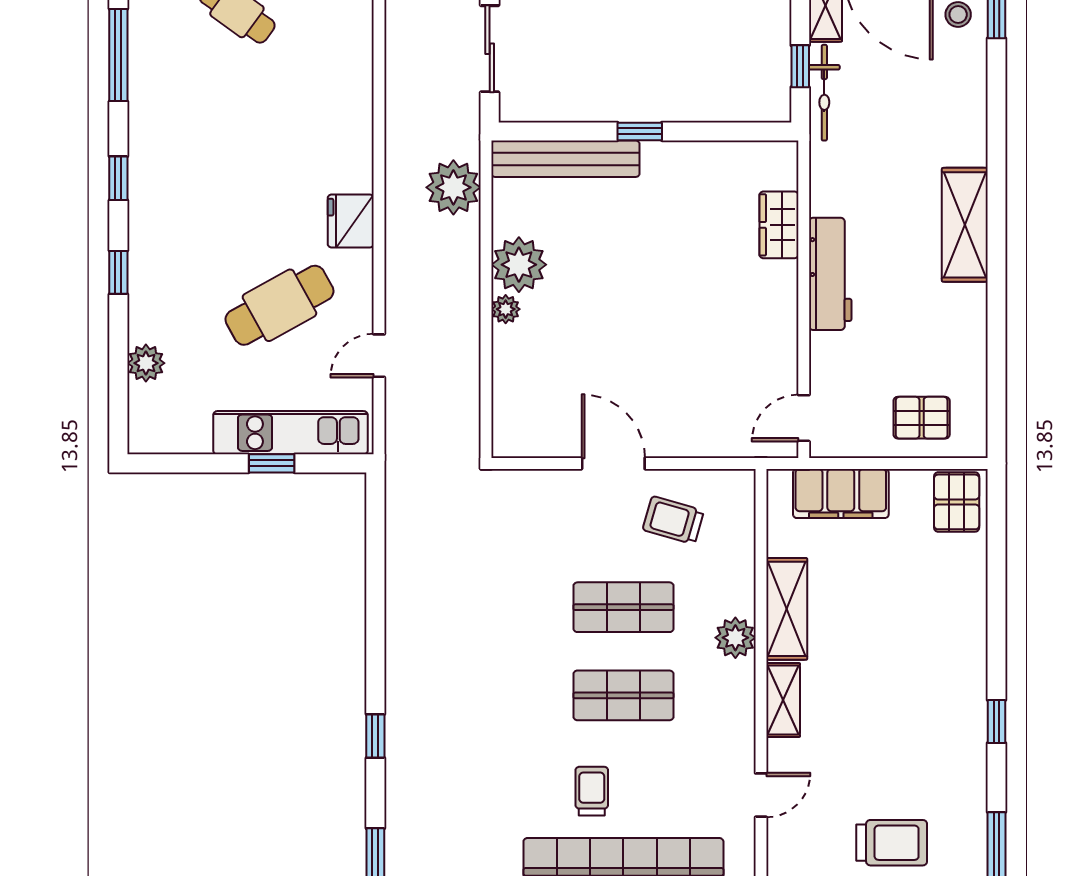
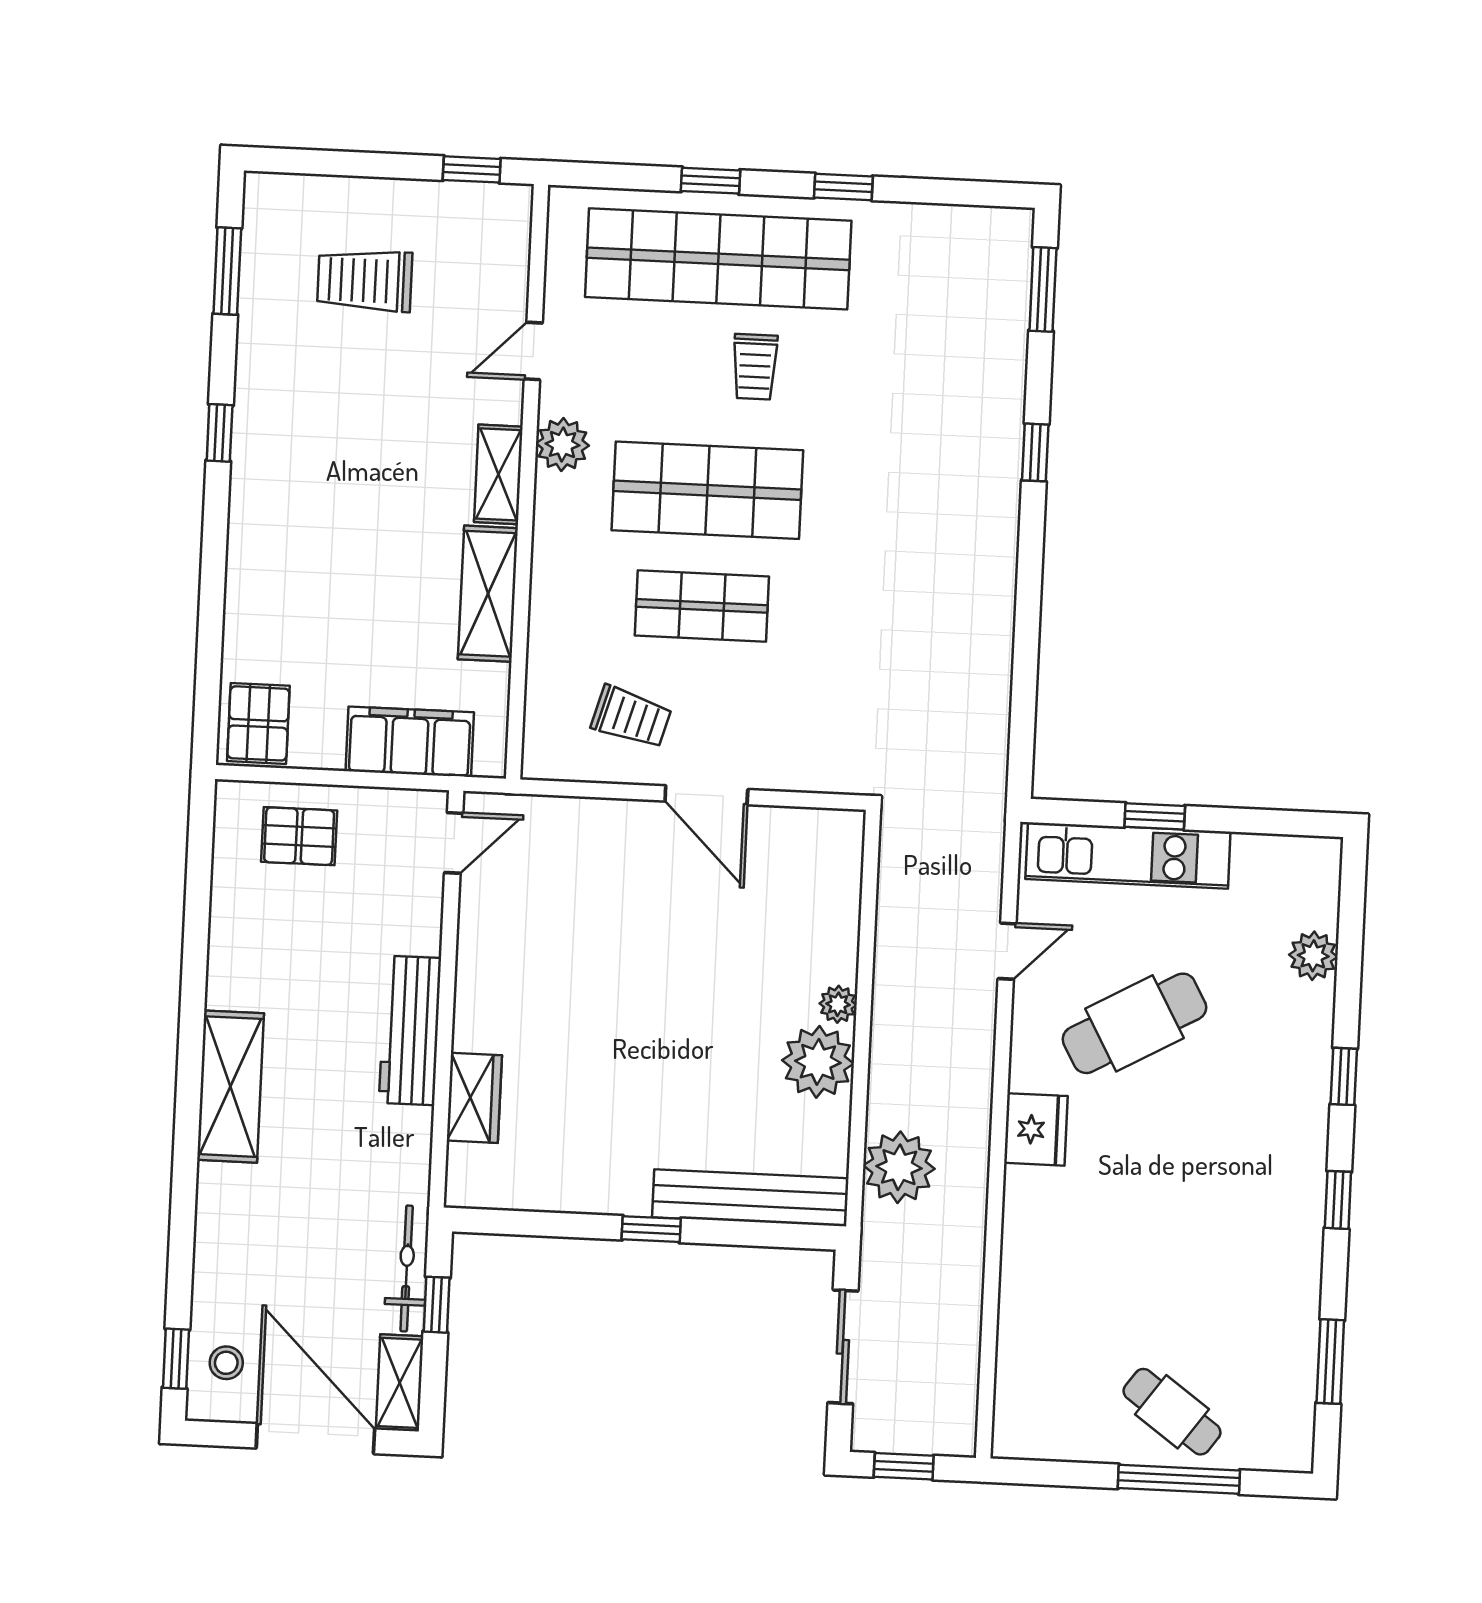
window: (118, 55) -> (1330, 1362), width x0.69
plant: (735, 638) -> (562, 444), moved
shop shelf: (623, 695) -> (707, 490), width x1.43, depth x1.36

